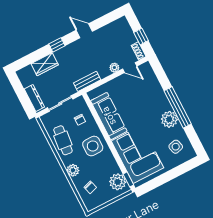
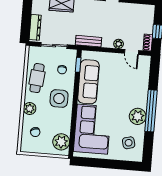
window: (128, 179) -> (78, 65), moved

